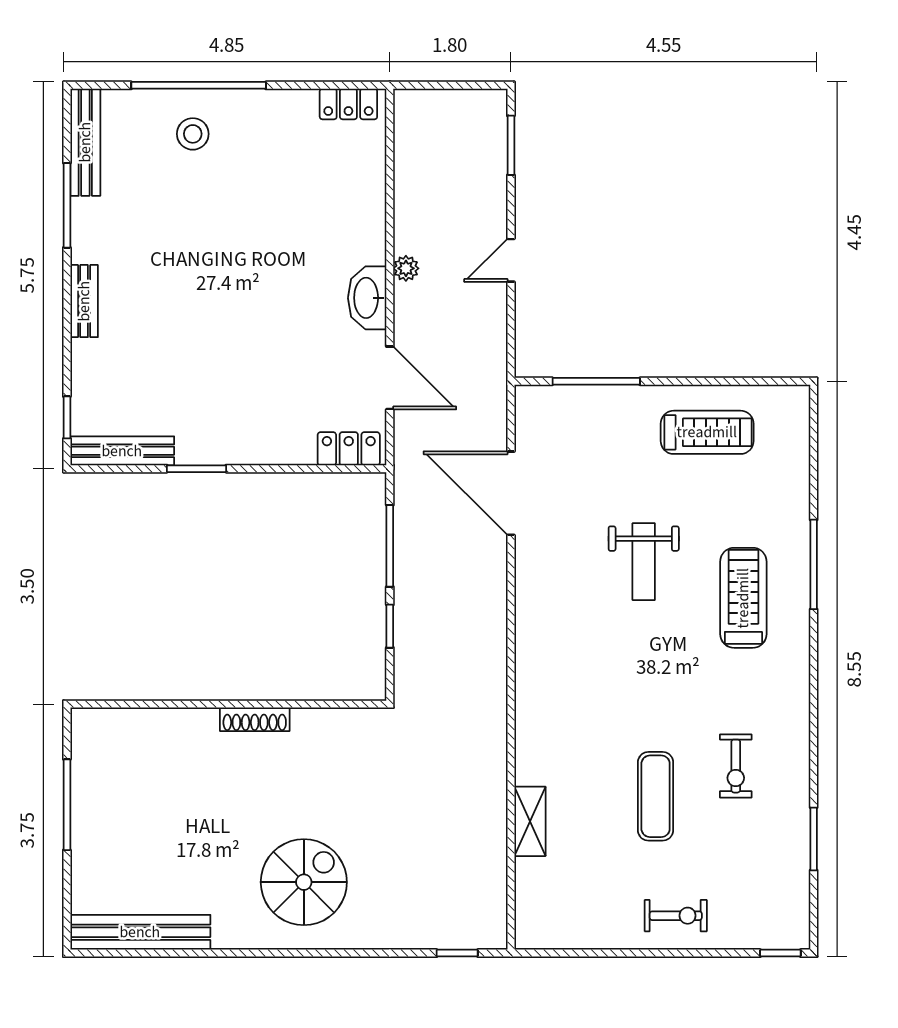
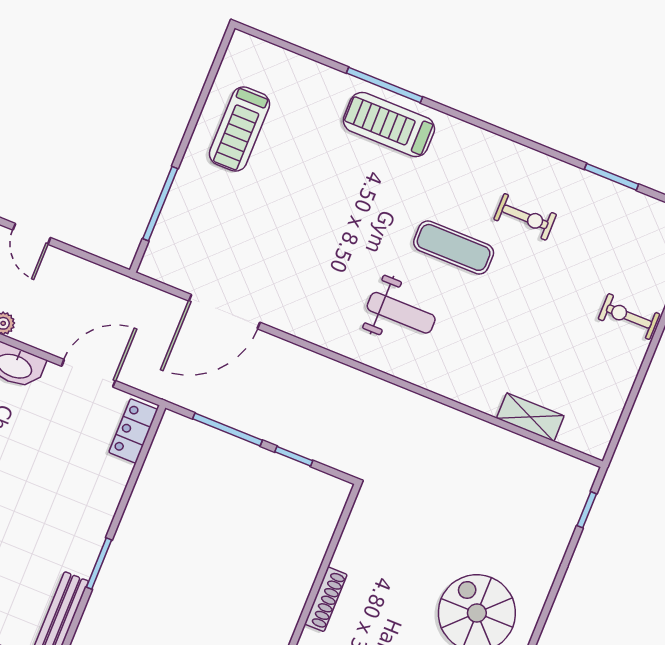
treadmill: (707, 432) -> (240, 129), turned 180
weight bench: (644, 562) -> (401, 313), moved
treadmill: (743, 598) -> (389, 125), moved
exercise mat: (656, 796) -> (454, 247), moved
shelving: (530, 821) -> (530, 417), moved
exercise bike: (676, 916) -> (629, 317), turned -90

